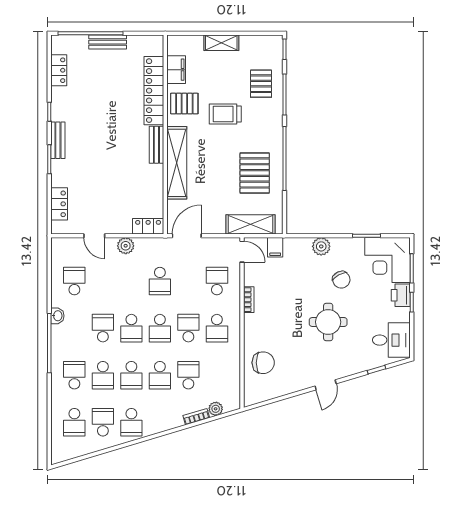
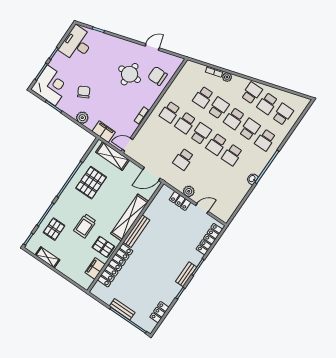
shelving: (221, 43) -> (47, 257), moved
trolley: (225, 114) -> (85, 226), turned 90
bench: (156, 145) -> (137, 231), width x1.36
locker: (59, 204) -> (209, 239), width x1.53
locker: (148, 226) -> (180, 201), moved
door: (94, 236) -> (202, 209), hinge flipped
filing cabinet: (275, 247) -> (104, 132), width x2.00
door: (242, 252) -> (127, 145), hinge flipped
school desk: (74, 281) -> (230, 191), removed
school desk: (160, 281) -> (183, 159), turned 180
school desk: (217, 281) -> (152, 138), removed
printer: (401, 295) -> (57, 61), removed
round table: (328, 322) -> (130, 74), moved
school desk: (131, 328) -> (216, 144), turned 180
school desk: (217, 328) -> (170, 112), turned 180
desk: (391, 340) -> (77, 44), width x1.37
school desk: (131, 375) -> (234, 119), turned 180
door: (326, 385) -> (152, 47), moved
plant: (216, 409) -> (227, 77), moved

